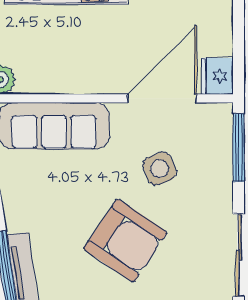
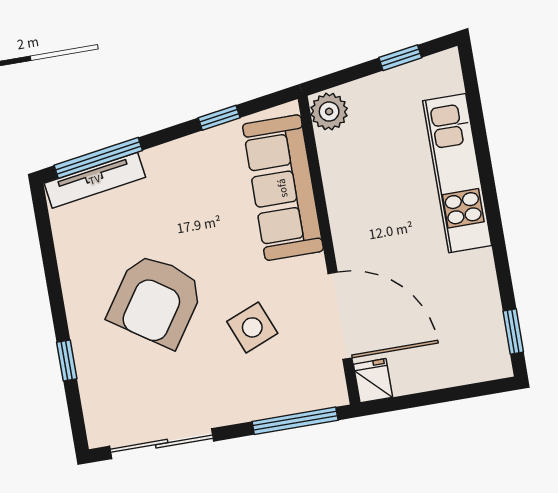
fridge: (217, 76) -> (373, 381), width x0.72

